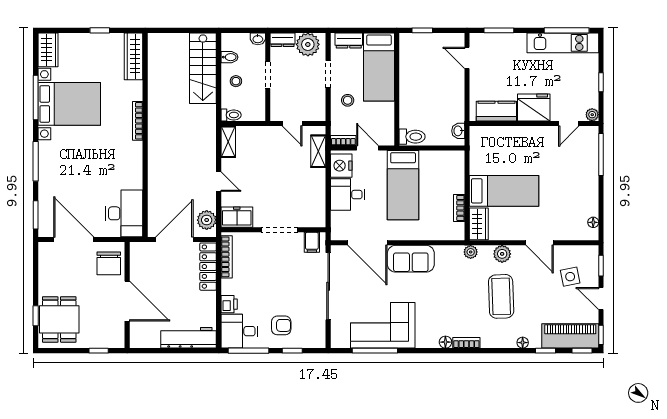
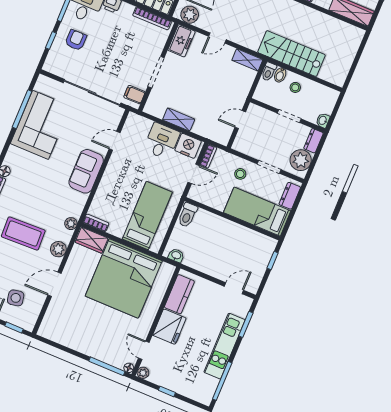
kitchen unit: (563, 43) -> (225, 346), moved
bidet: (230, 57) -> (280, 75), moved
stairs: (203, 68) -> (292, 54), moved
shelving: (318, 151) -> (179, 119), moved
bed: (403, 185) -> (147, 216), moved, turned 90
bed: (504, 191) -> (124, 278), width x2.04
bookcase: (459, 208) -> (96, 223), moved
floor lamp: (593, 222) -> (129, 368), moved
door: (367, 243) -> (115, 141), width x0.53
armchair: (281, 325) -> (76, 40), turned 180

